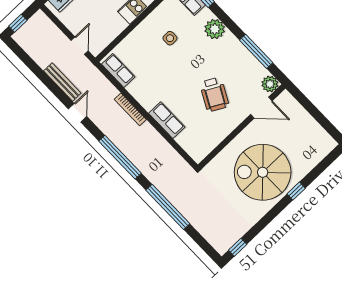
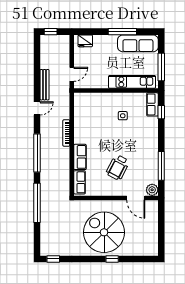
plant: (215, 29) -> (151, 133), removed
row of seats: (118, 70) -> (80, 182), moved

